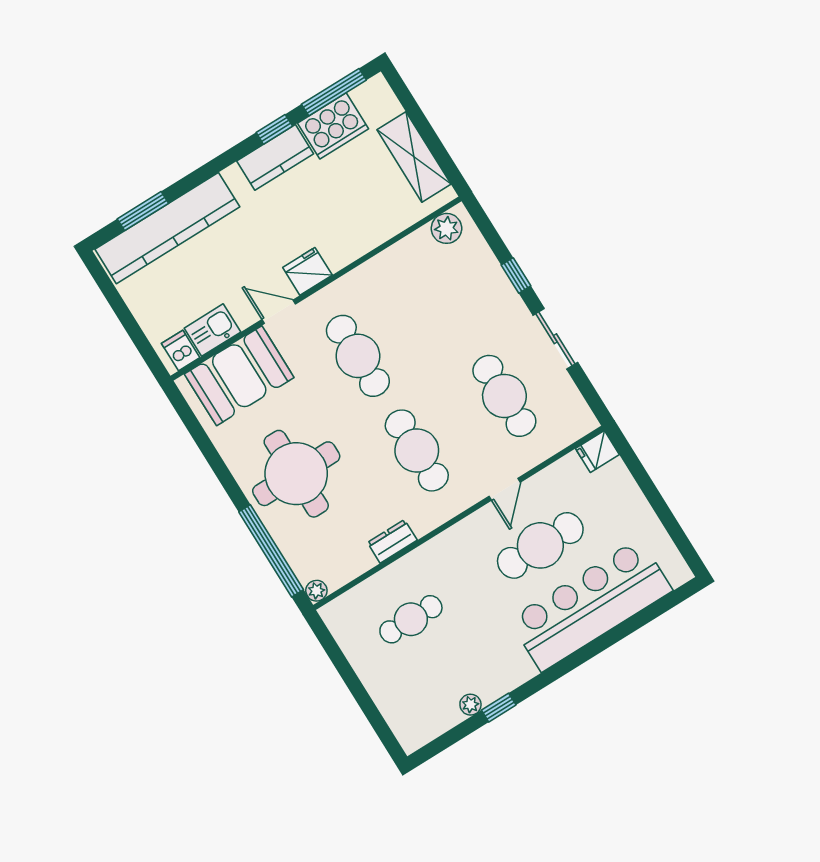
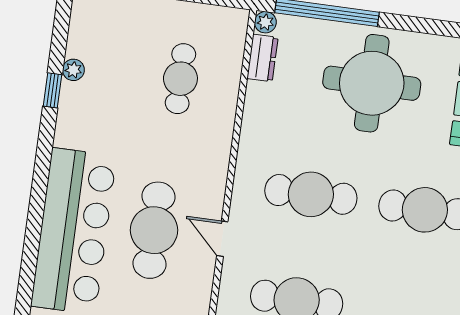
dresser: (392, 541) -> (262, 58), moved

